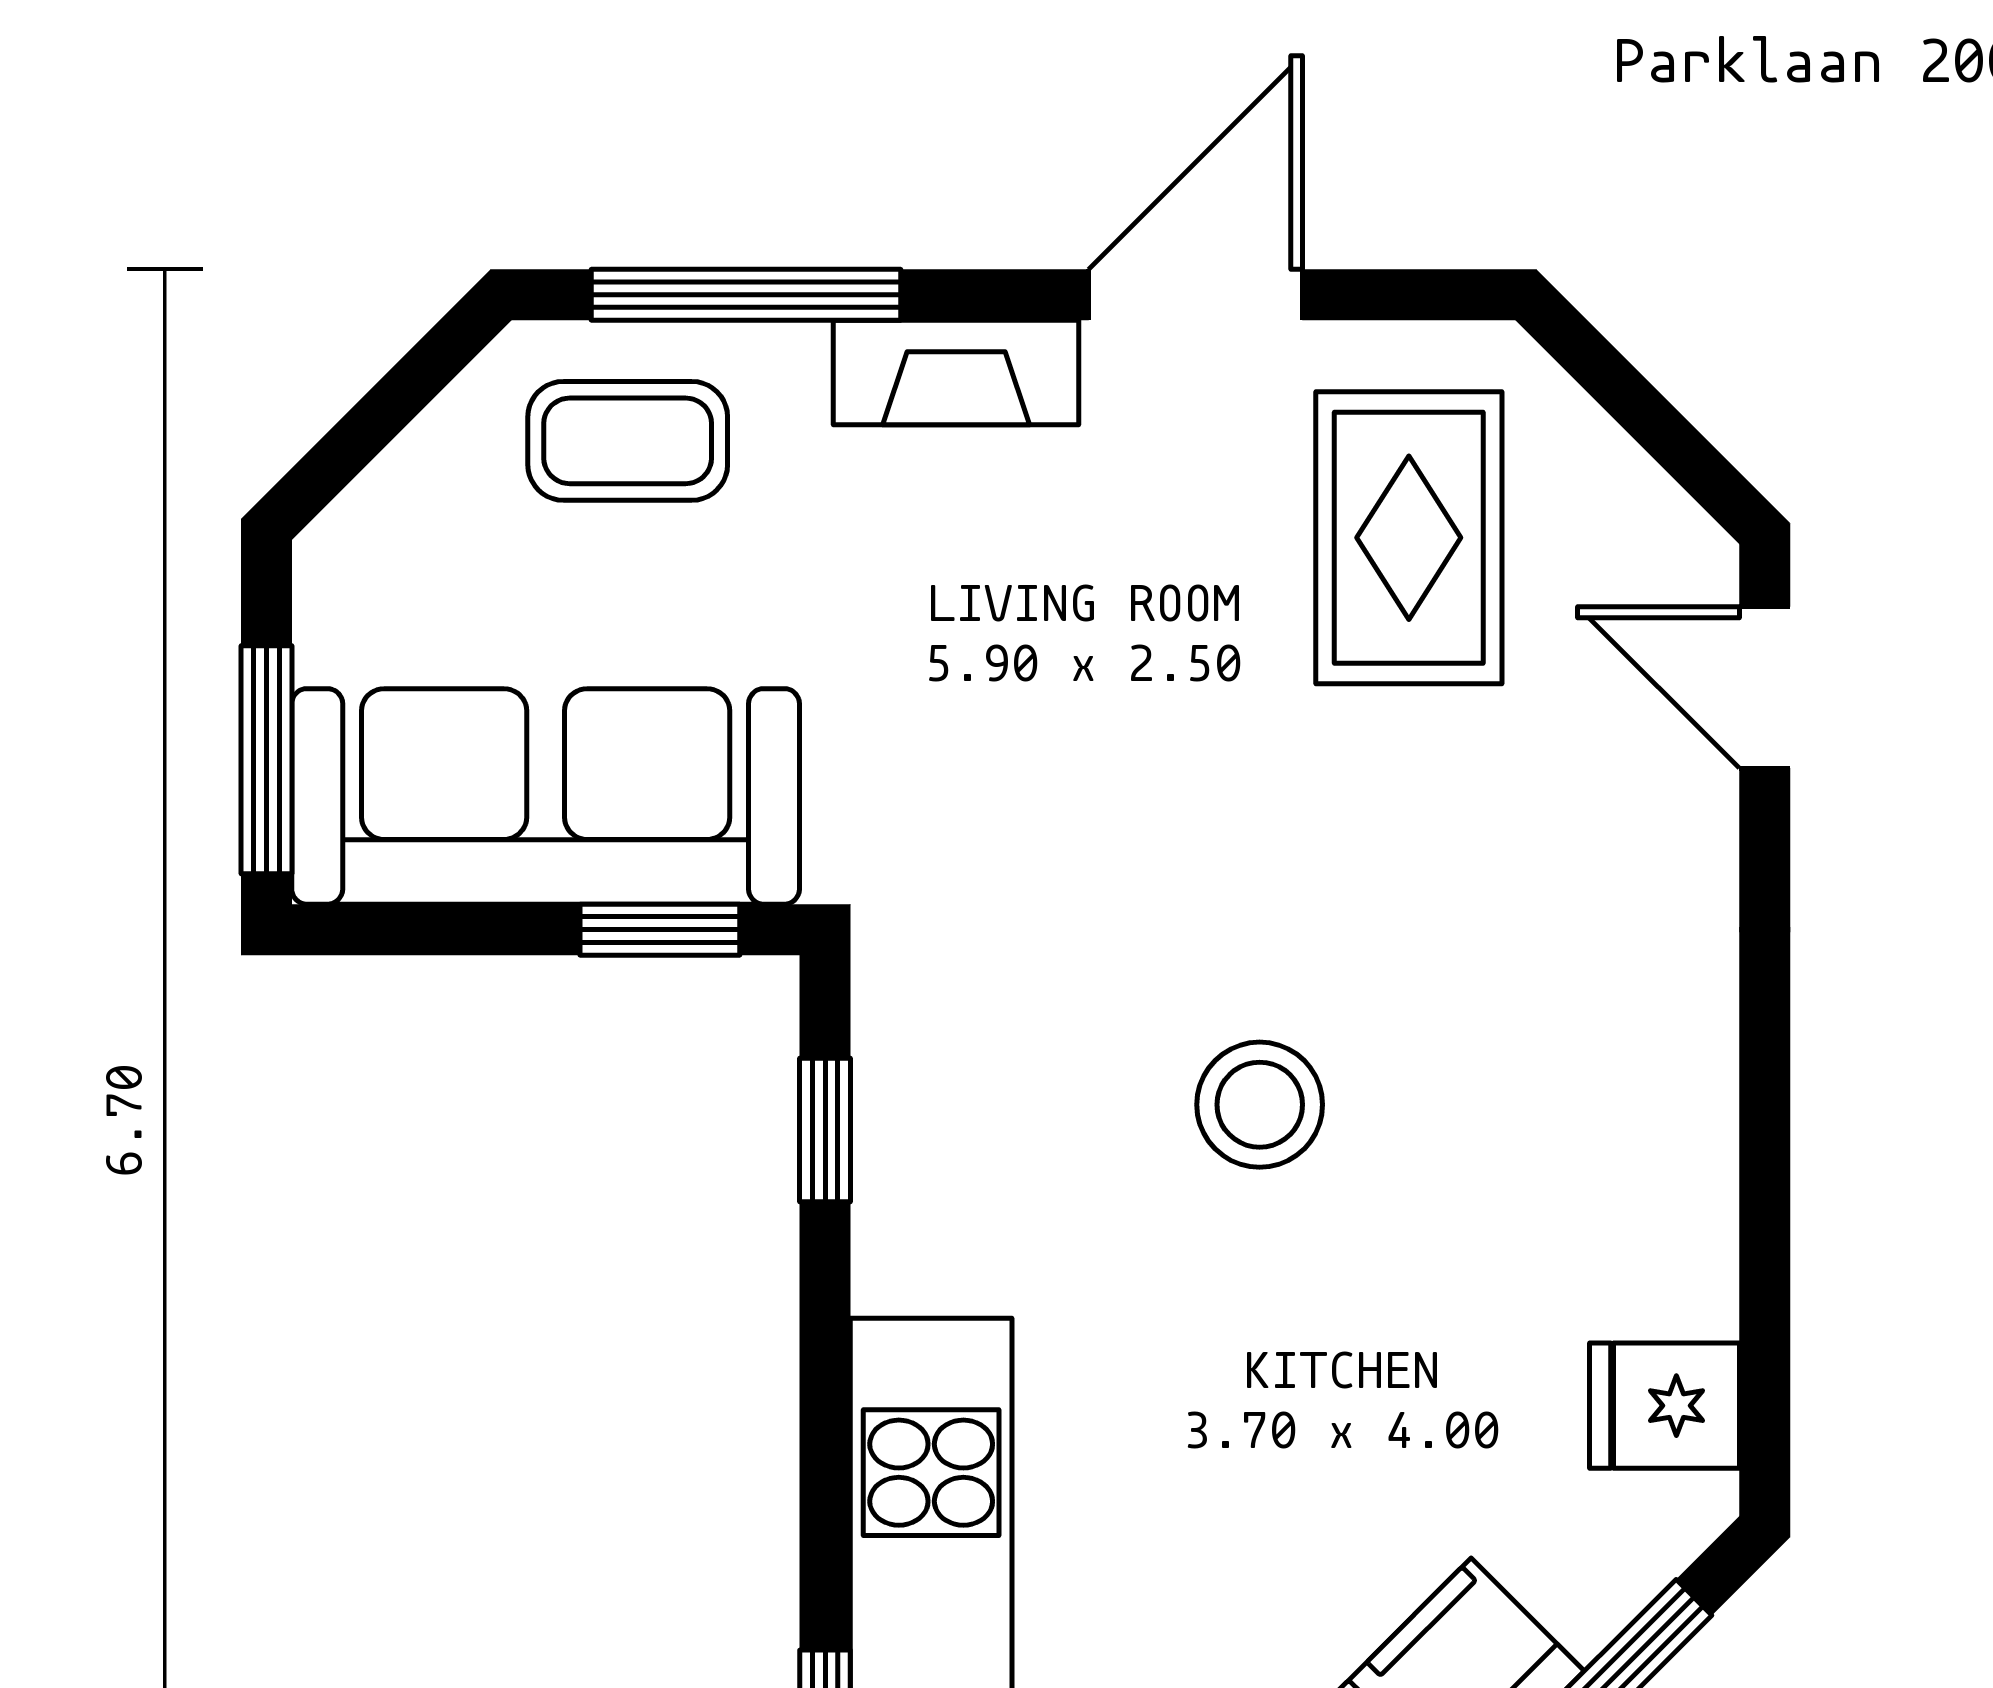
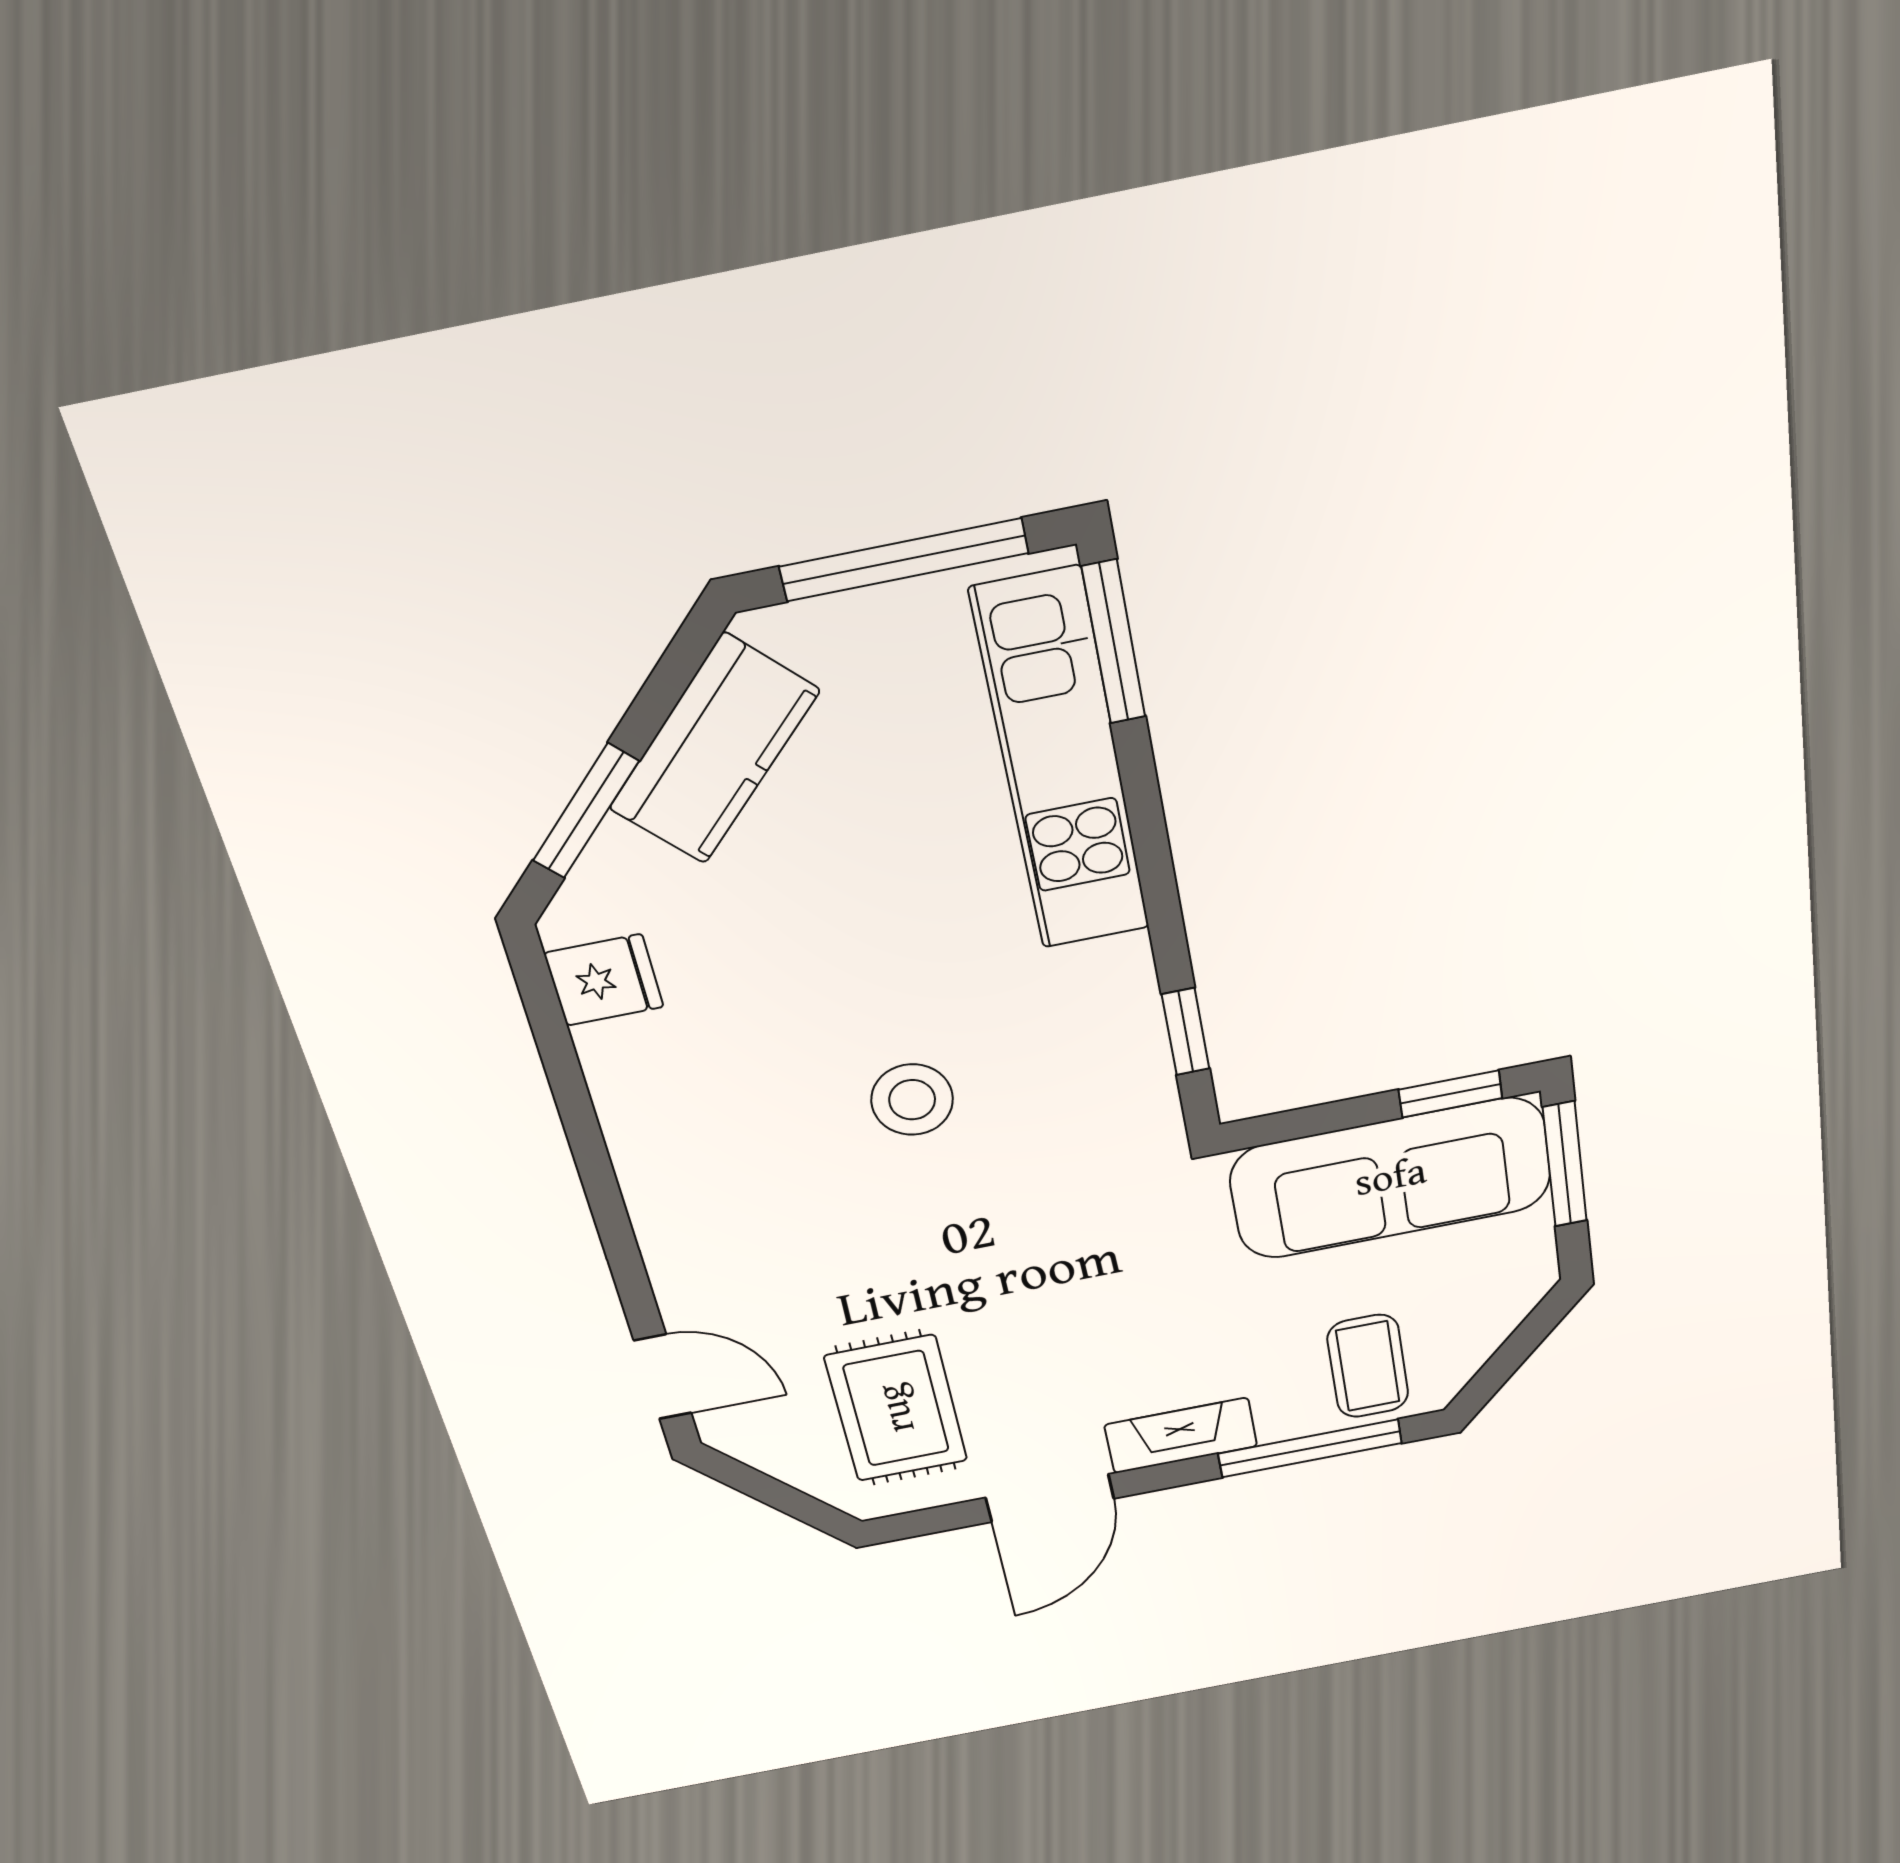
coffee table: (628, 441) -> (1368, 1366), turned 90
window: (660, 930) -> (1450, 1094), moved

